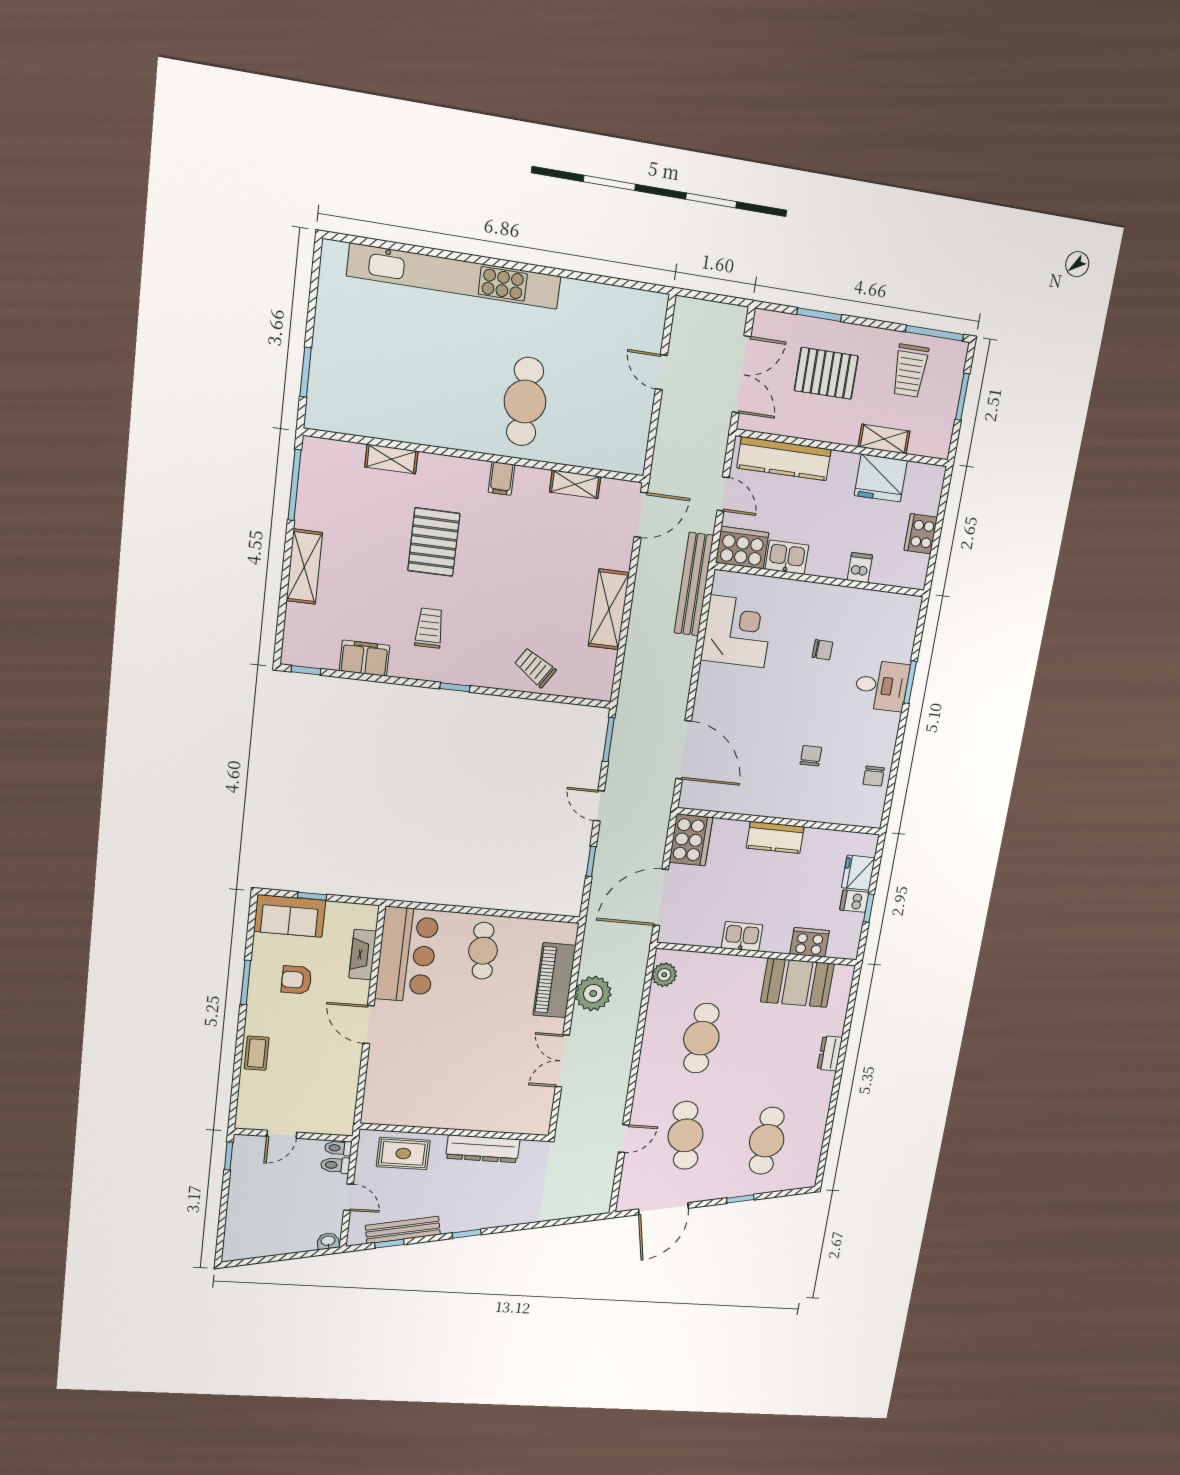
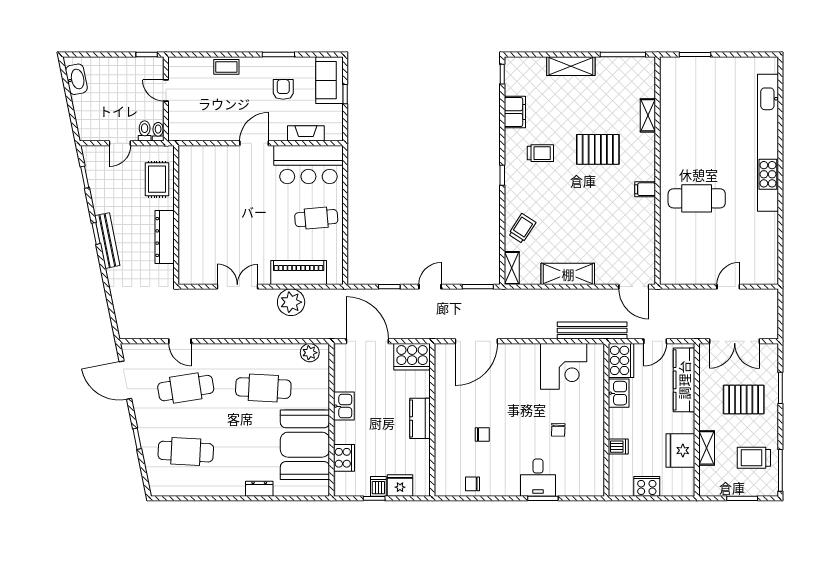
pallet: (826, 373) -> (744, 400), turned 90
shelving: (575, 484) -> (512, 268), moved
booth: (797, 983) -> (305, 445), width x1.36, depth x1.42
bench: (403, 1230) -> (107, 241), moved
washbasin: (328, 1241) -> (76, 79), moved, width x1.91, depth x1.45

